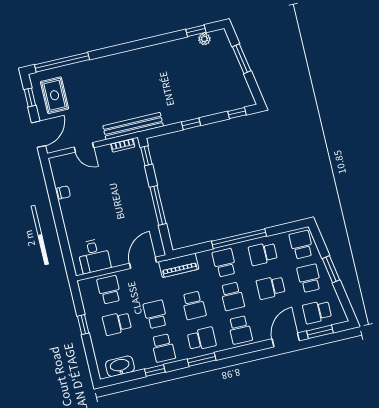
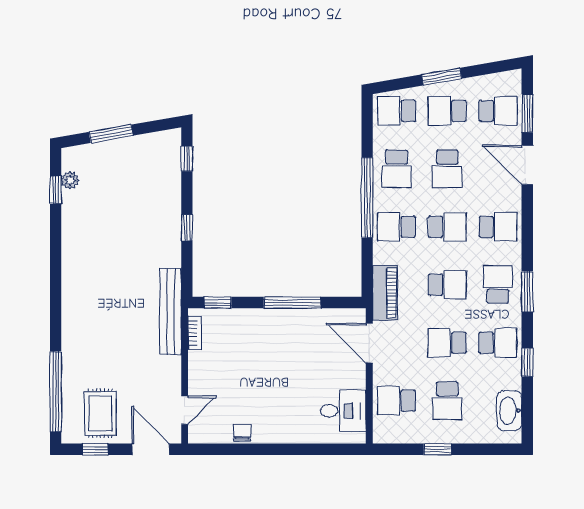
rug: (55, 95) -> (100, 413), turned 90
door: (84, 147) -> (185, 410), moved
school desk: (317, 312) -> (498, 111), turned -90

